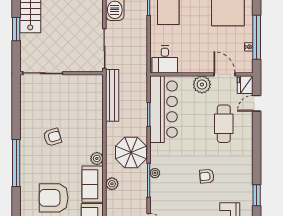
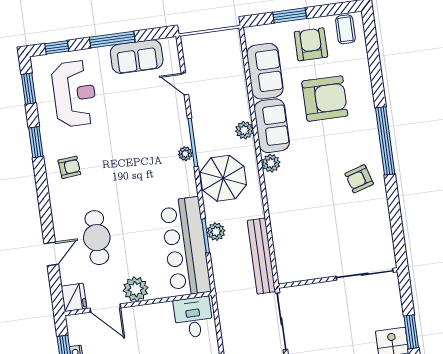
door: (257, 103) -> (51, 254), moved
plant: (141, 117) -> (216, 232), added
armchair: (52, 137) -> (359, 179), moved
armchair: (207, 176) -> (69, 167), moved

